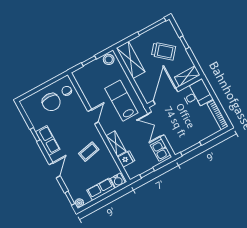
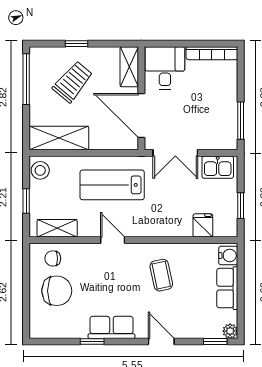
shelving: (116, 144) -> (57, 228), moved

